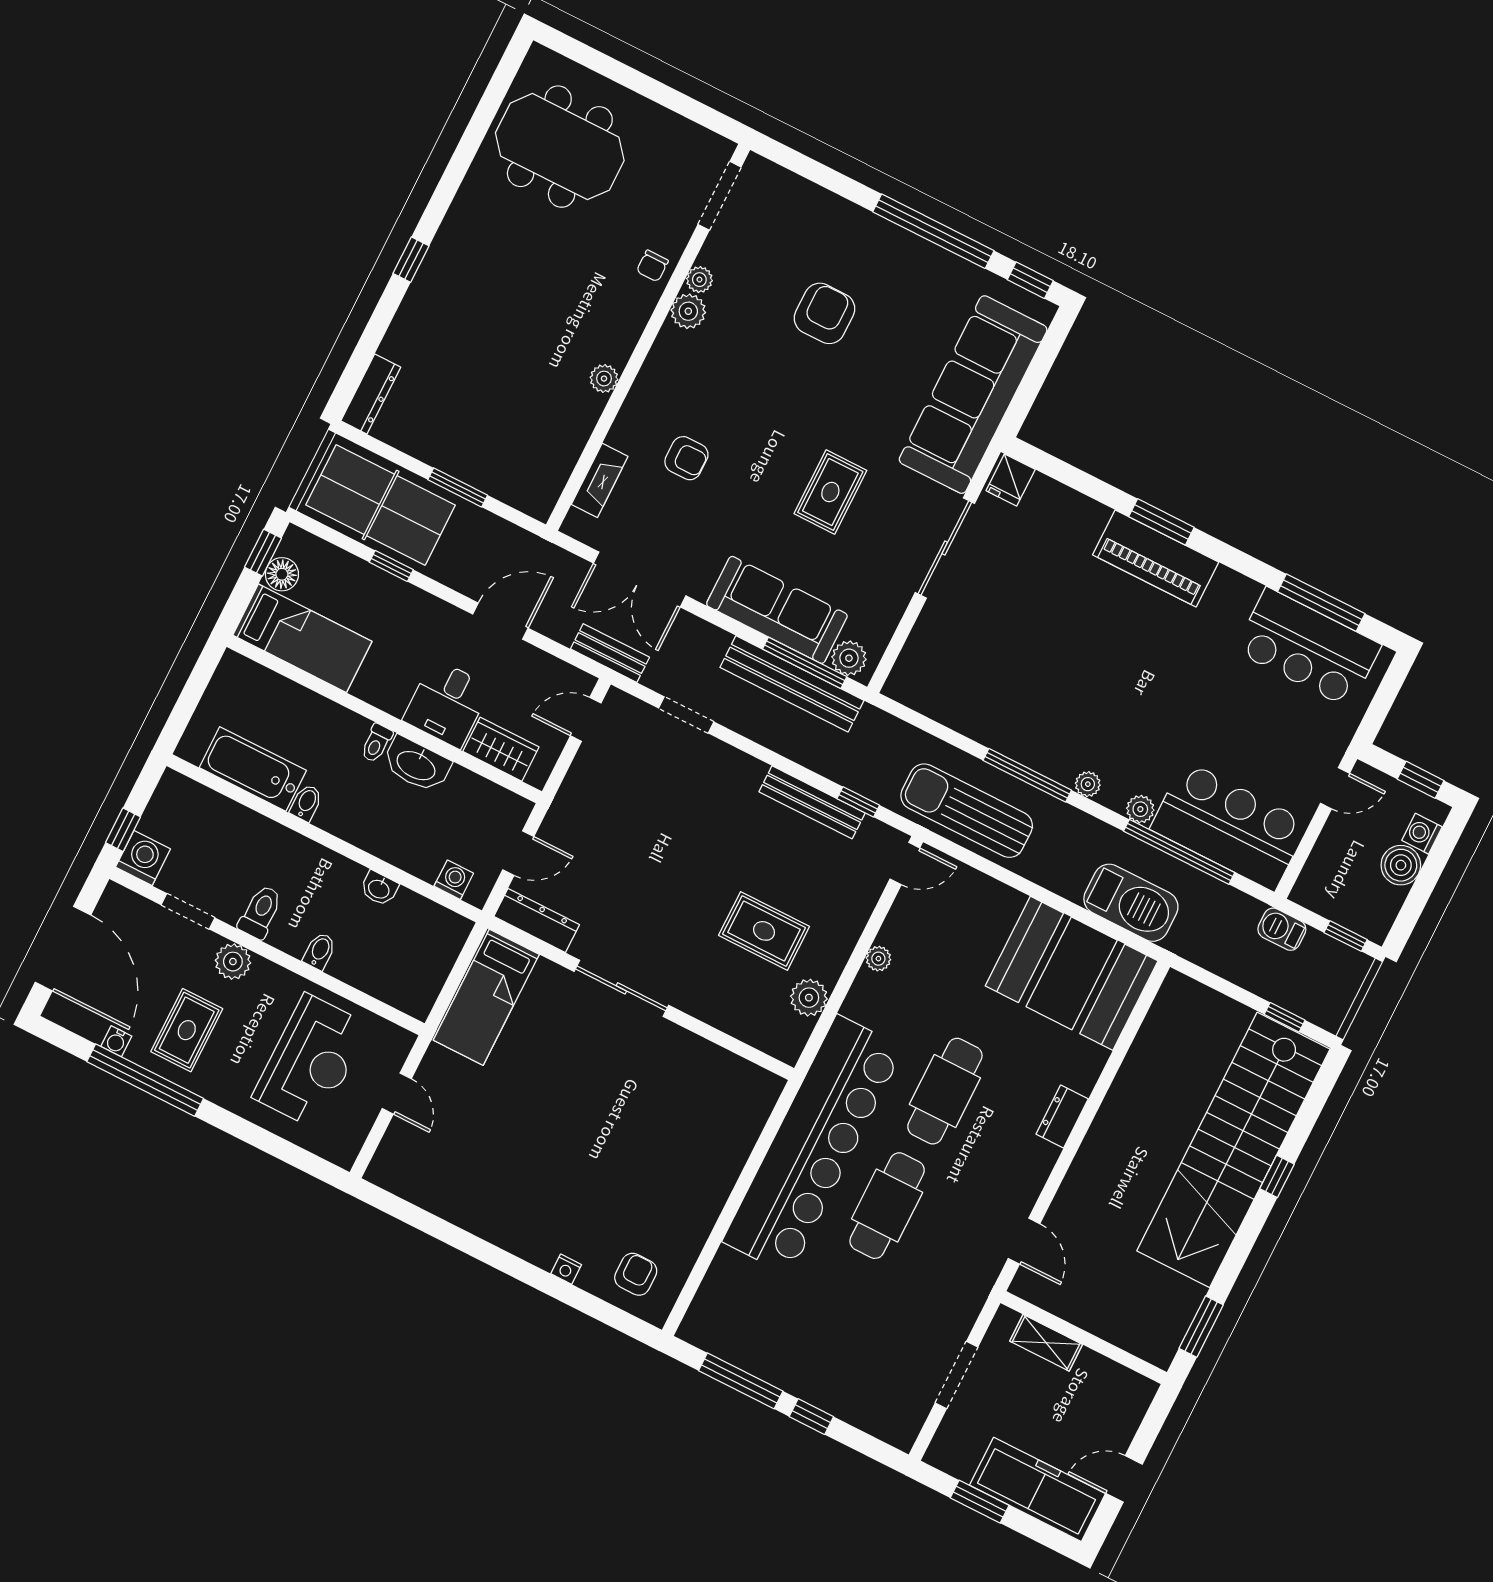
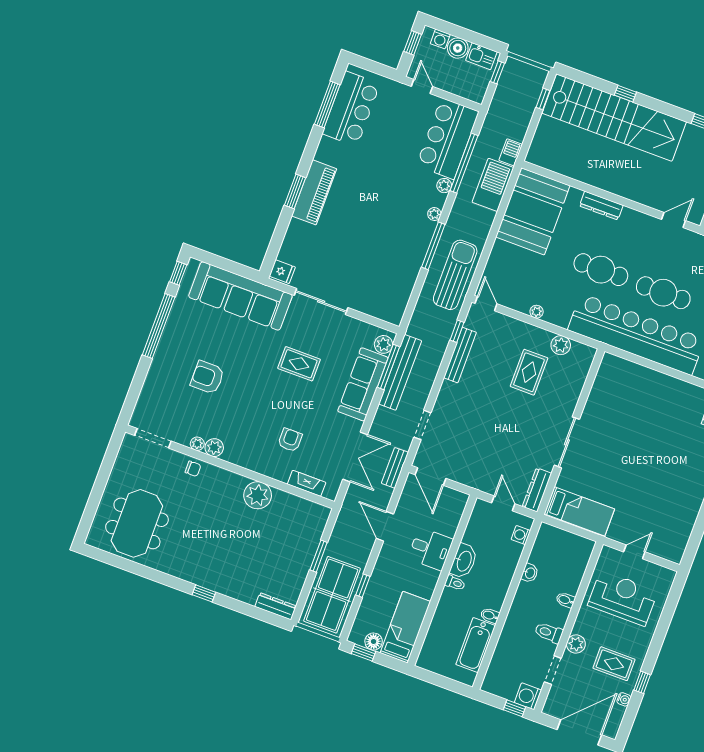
plant: (604, 379) -> (258, 495), width x1.88, depth x1.88
door: (586, 719) -> (431, 476), width x1.38
wardrobe: (501, 749) -> (451, 518), removed
sun lounger: (967, 811) -> (455, 275), turned 180
kitchen sink: (1380, 909) -> (481, 56), added
barbecue: (1282, 929) -> (511, 152), moved, turned 180
window: (145, 1080) -> (642, 682), width x0.32
dresser: (1062, 1117) -> (601, 206), width x1.44

